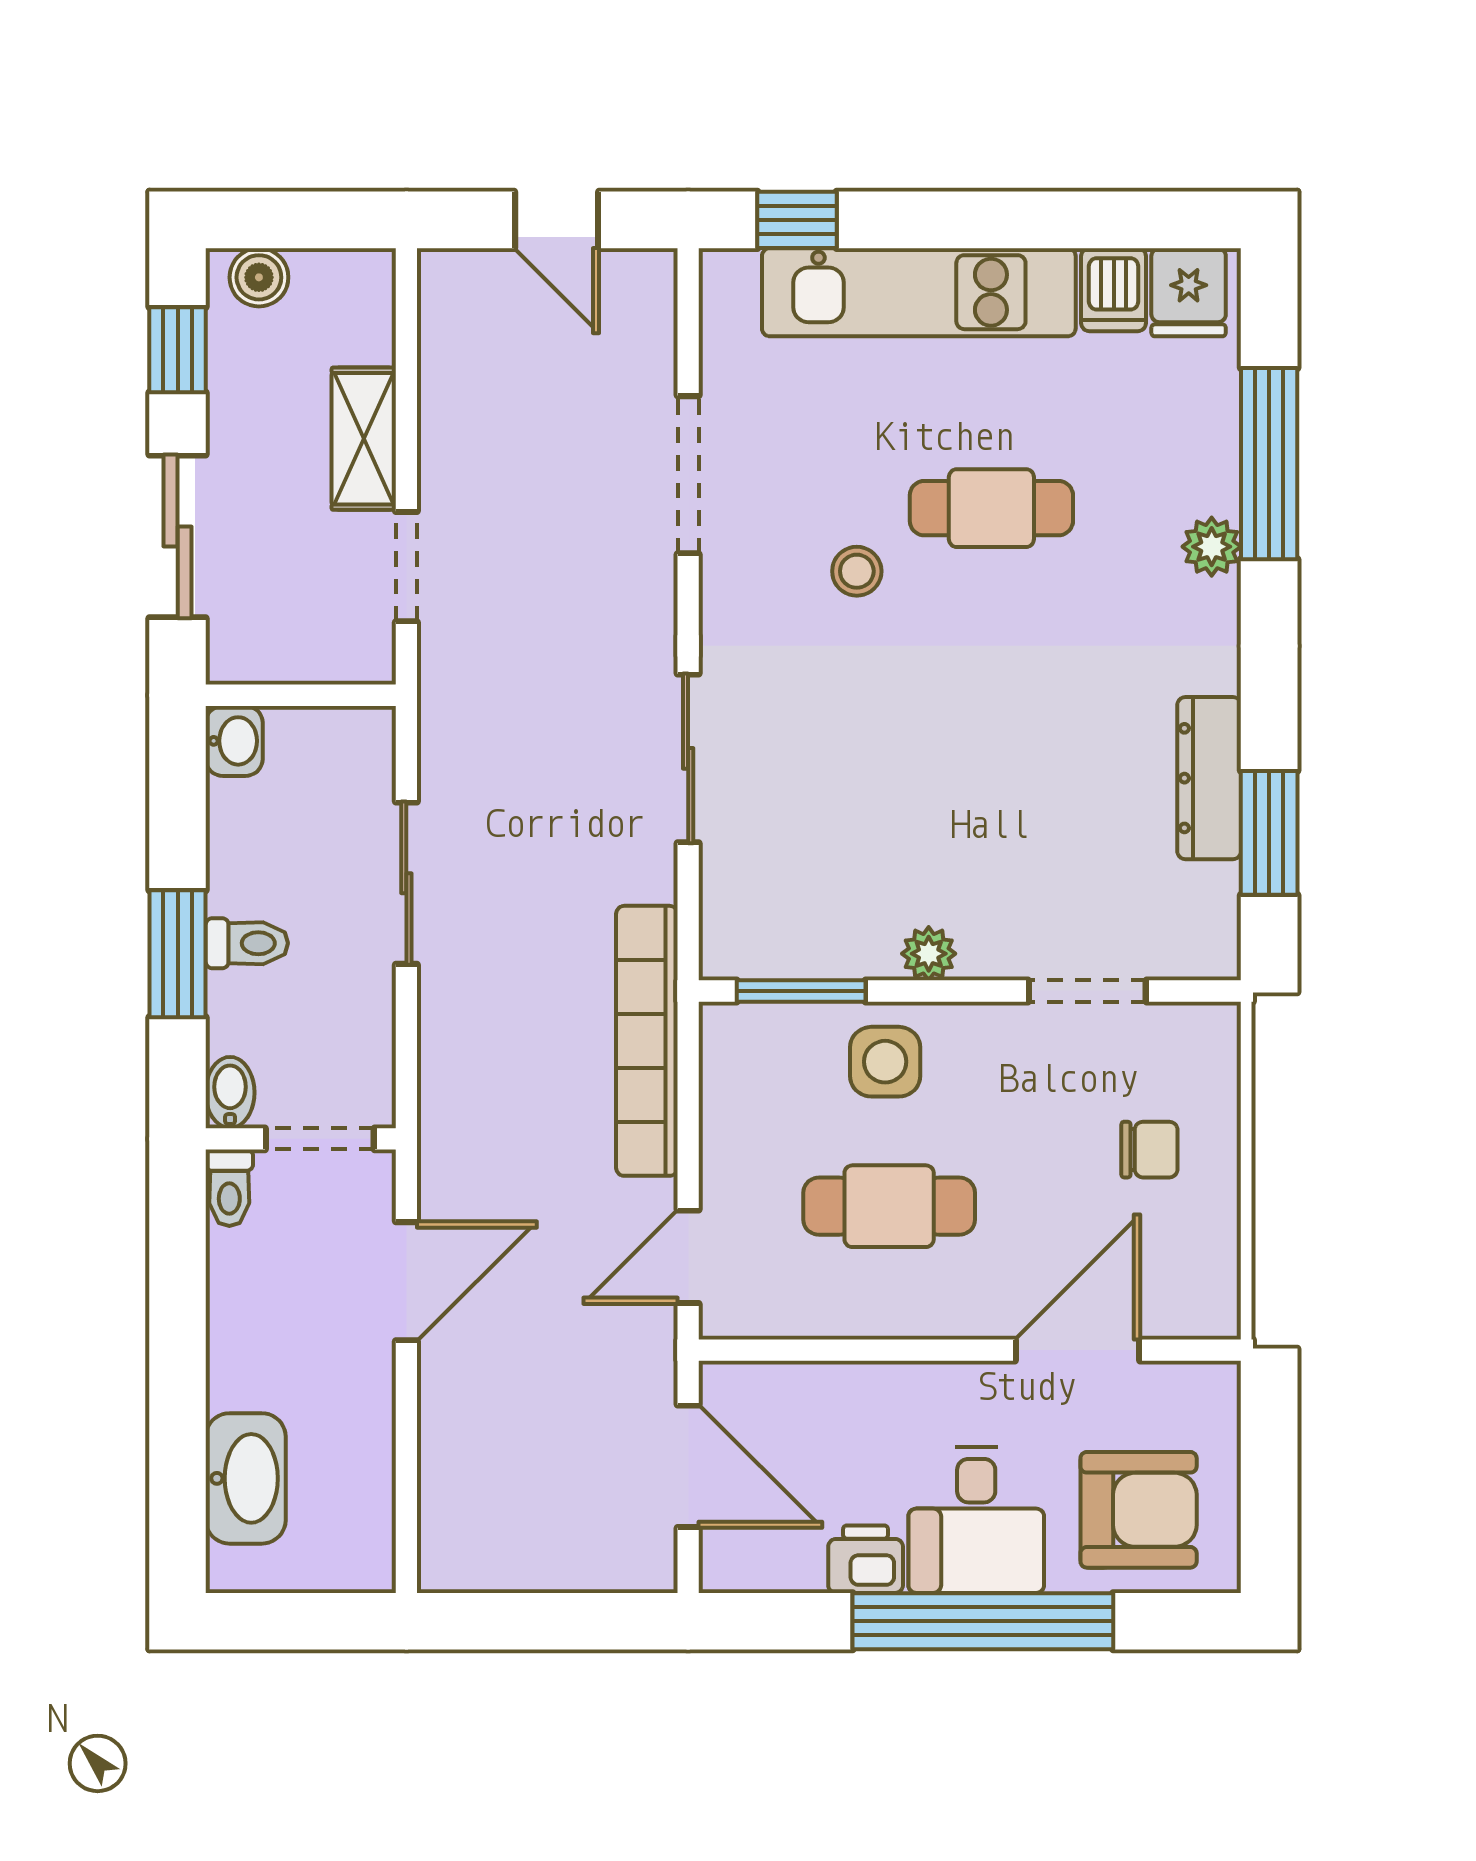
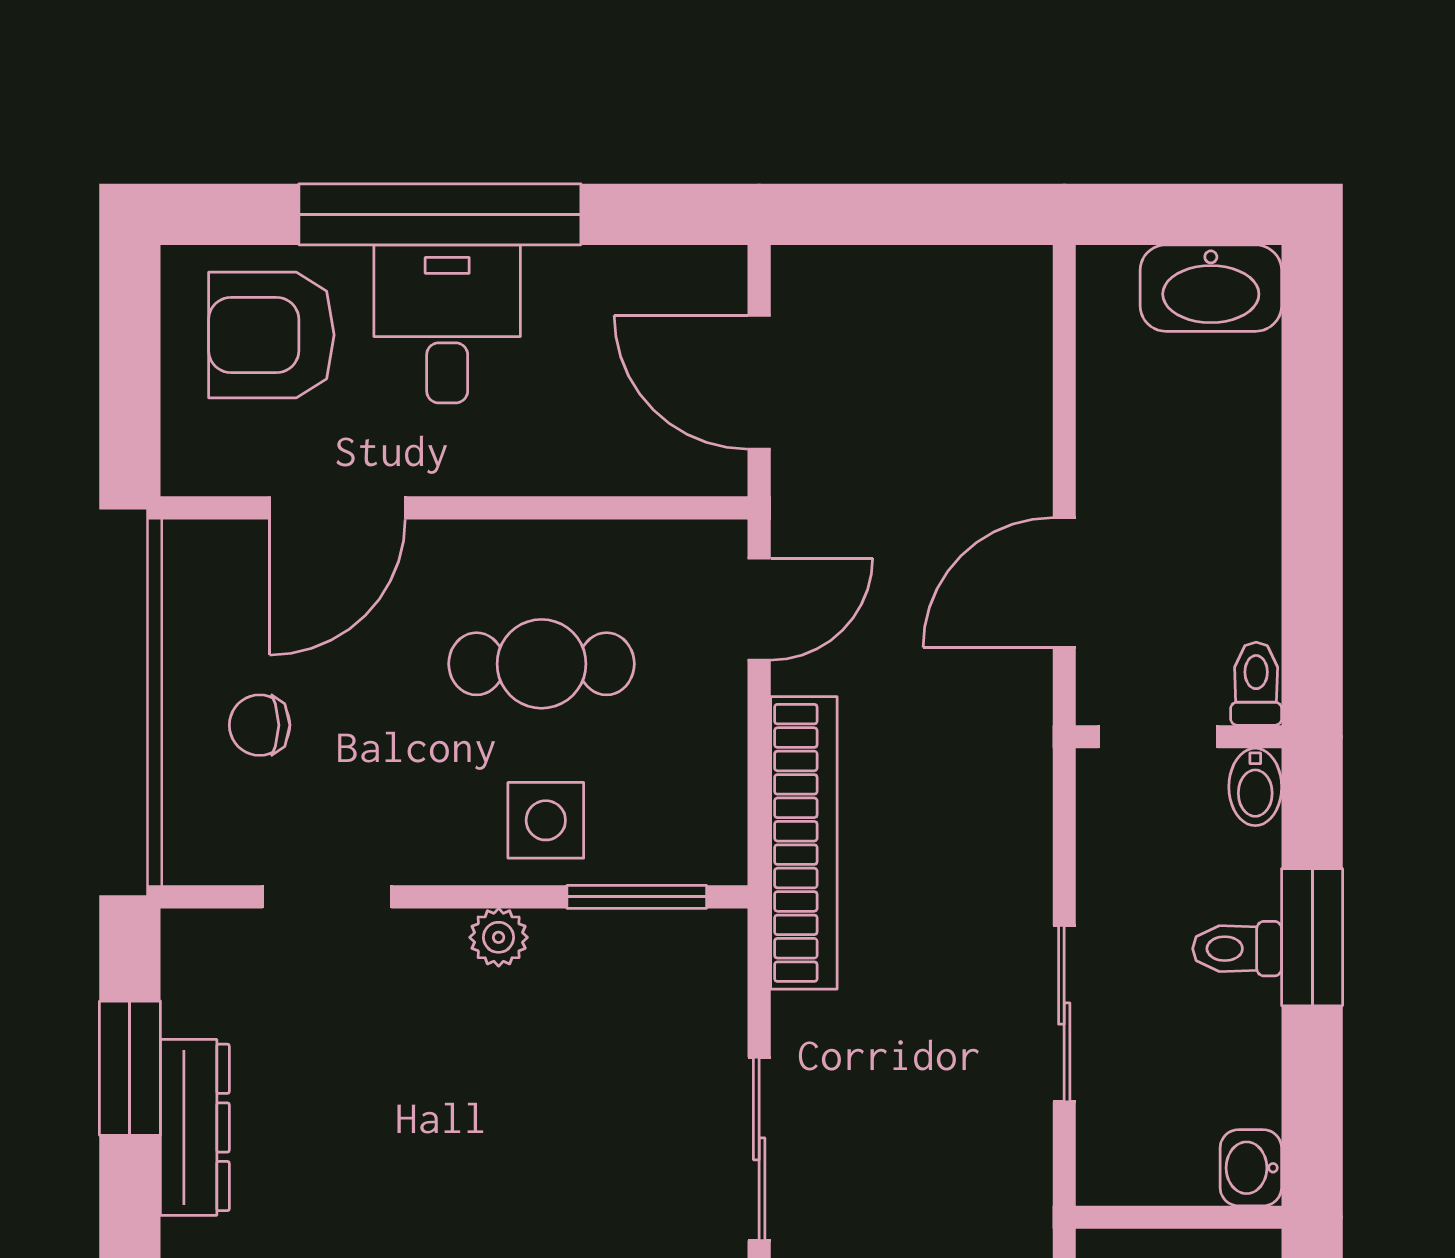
washbasin: (246, 1478) -> (1211, 288), moved, turned -90
printer: (866, 1559) -> (567, 282), removed

